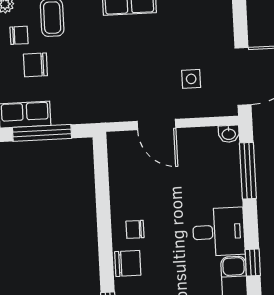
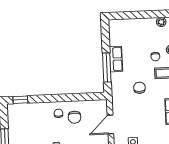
chair: (35, 65) -> (139, 88), moved
chair: (128, 263) -> (75, 117), moved

